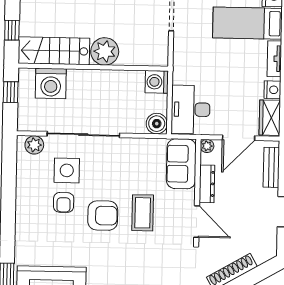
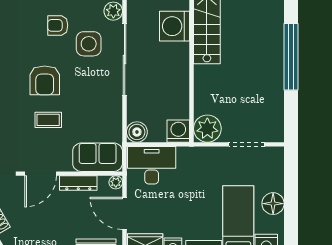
plant: (105, 51) -> (207, 129), moved
armchair: (64, 202) -> (58, 25), moved
coffee table: (143, 213) -> (48, 120), width x0.73, depth x0.77

